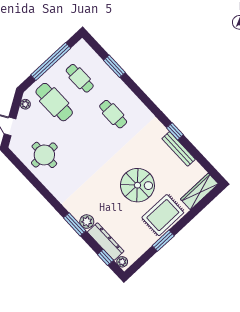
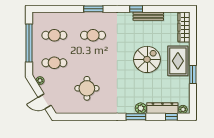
window: (114, 66) -> (93, 9), moved
cafe table: (54, 102) -> (54, 63), width x0.73, depth x0.74
round table: (44, 155) -> (87, 88), moved

